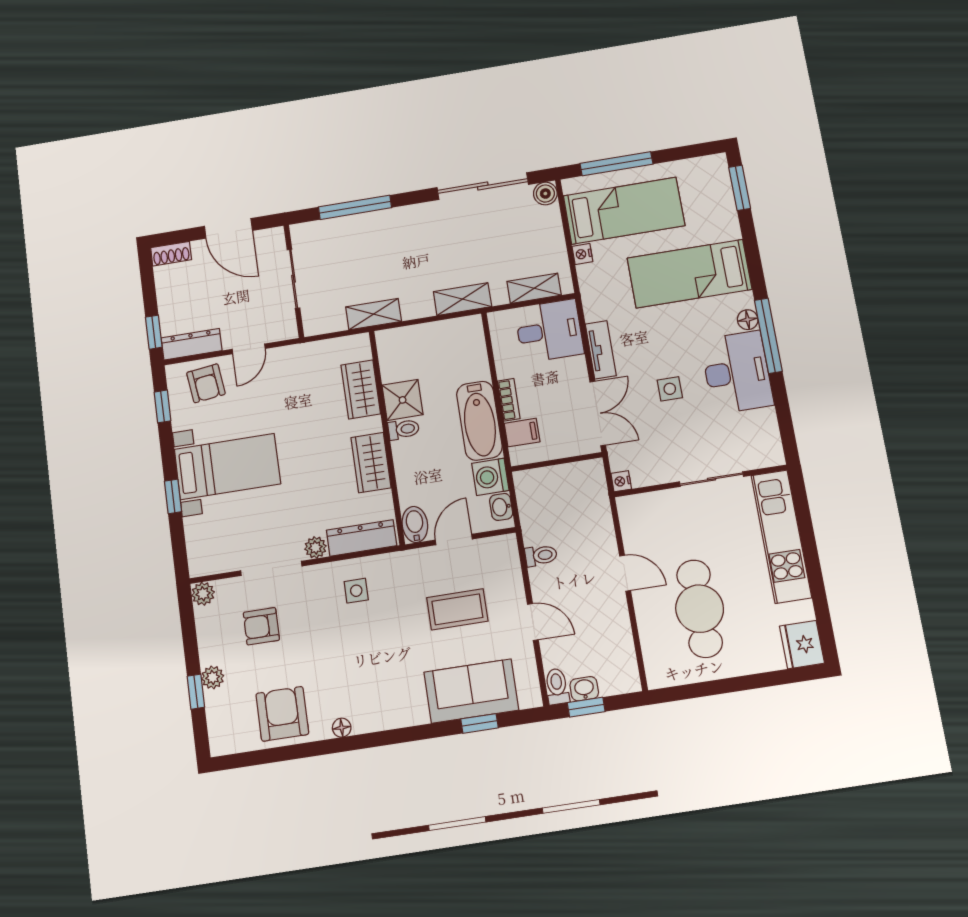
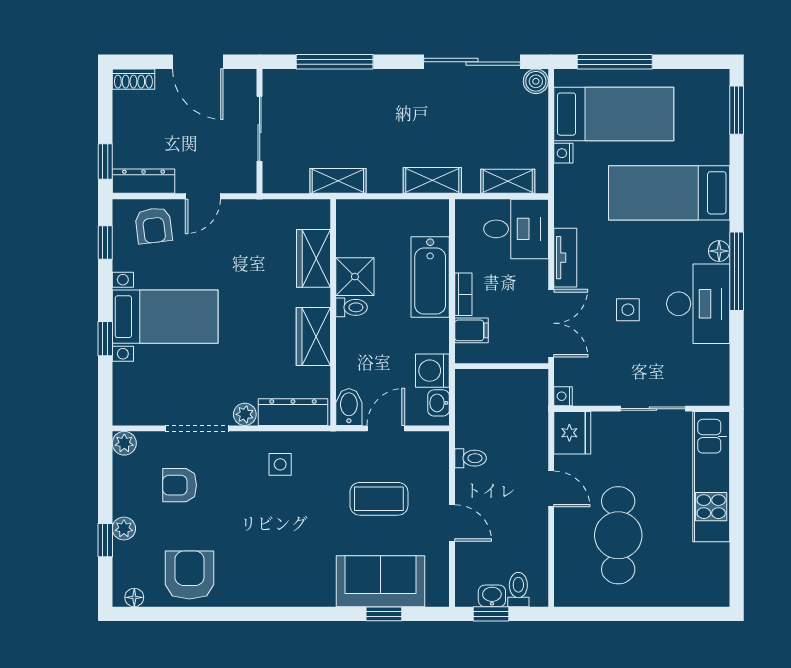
bathtub: (479, 421) -> (430, 277), moved
fridge: (802, 645) -> (572, 433), moved, turned 180
toilet: (557, 686) -> (518, 590), moved
floor lamp: (342, 728) -> (134, 597), moved

